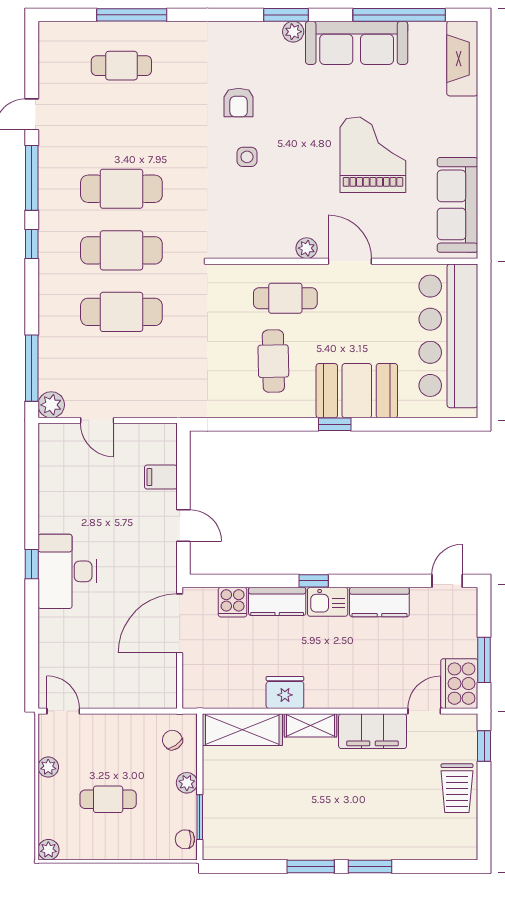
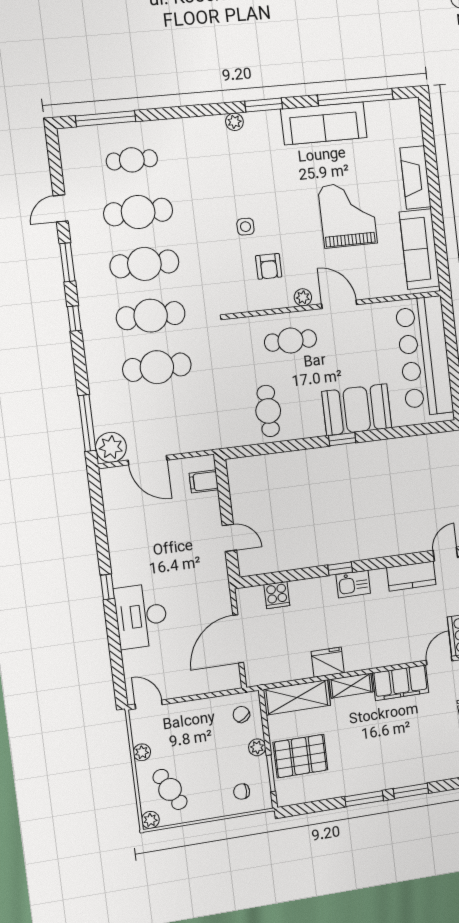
window: (132, 15) -> (106, 119), moved
plant: (293, 32) -> (234, 122), moved
fireplace: (462, 59) -> (415, 178), moved
armchair: (239, 102) -> (269, 266), moved
cafe table: (121, 127) -> (138, 212), added
window: (32, 178) -> (67, 262), width x0.69
cafe table: (273, 361) -> (268, 411), moved
plant: (51, 405) -> (111, 447), width x1.36, depth x1.36
door: (97, 420) -> (148, 460), width x1.38
filing cabinet: (161, 477) -> (204, 481), moved
desk: (67, 571) -> (141, 616), moved
kitchen counter: (277, 601) -> (313, 589), removed
kitchen counter: (379, 602) -> (411, 576), moved
door: (180, 623) -> (238, 639), moved
cafe table: (108, 799) -> (170, 789), moved, turned 62
pallet: (238, 802) -> (300, 756), added
chair: (185, 839) -> (242, 792), moved

